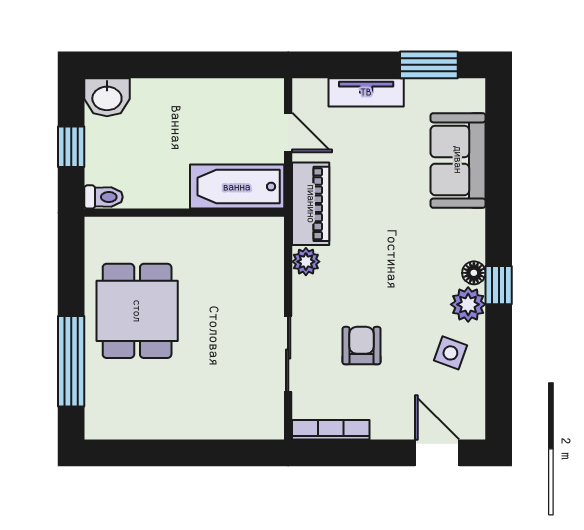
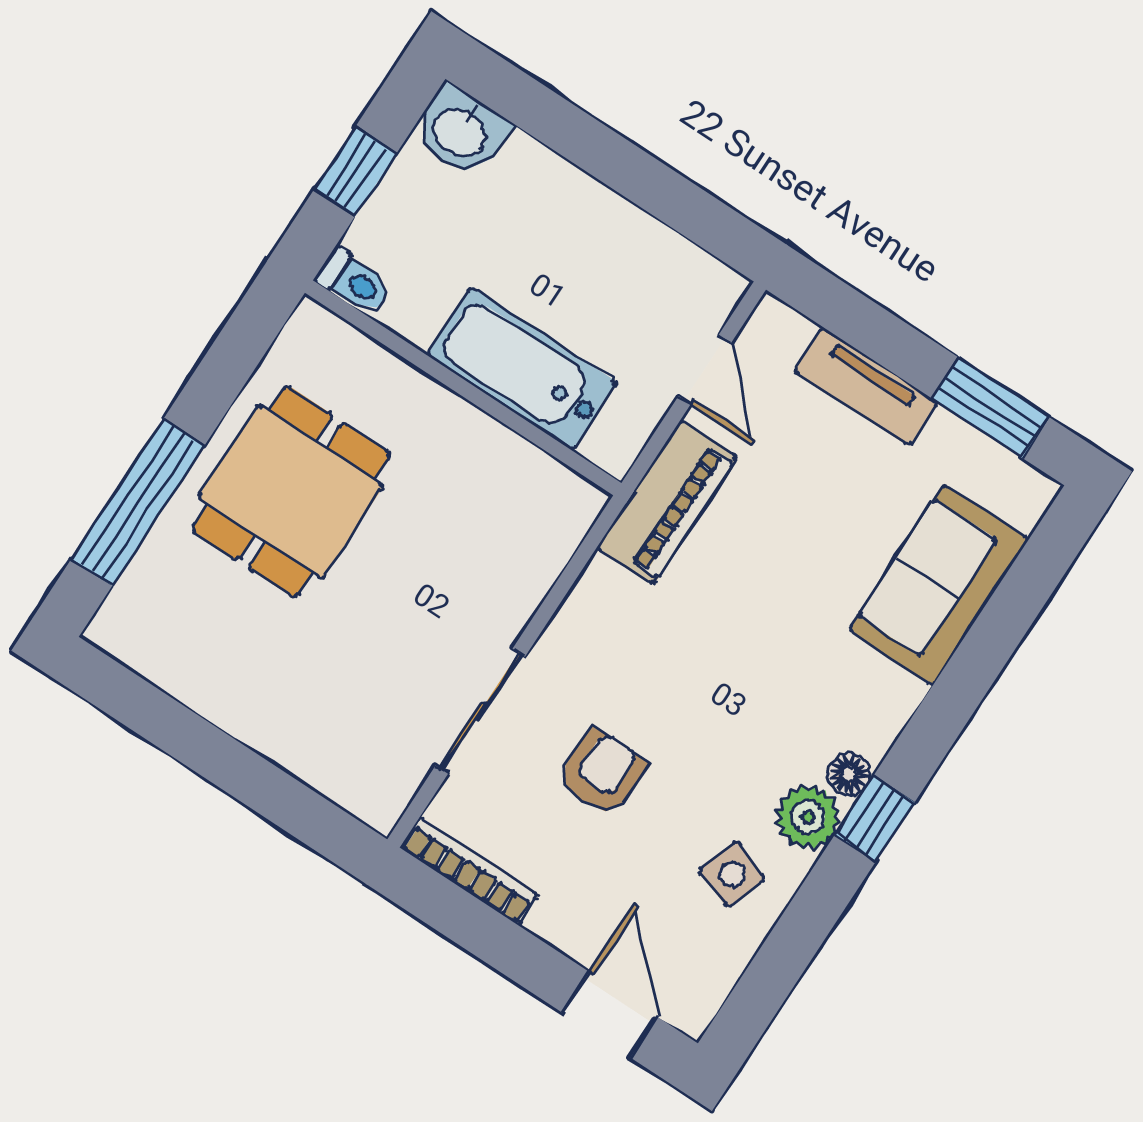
bathtub: (237, 187) -> (522, 369), moved
plant: (306, 262) -> (601, 587), removed

